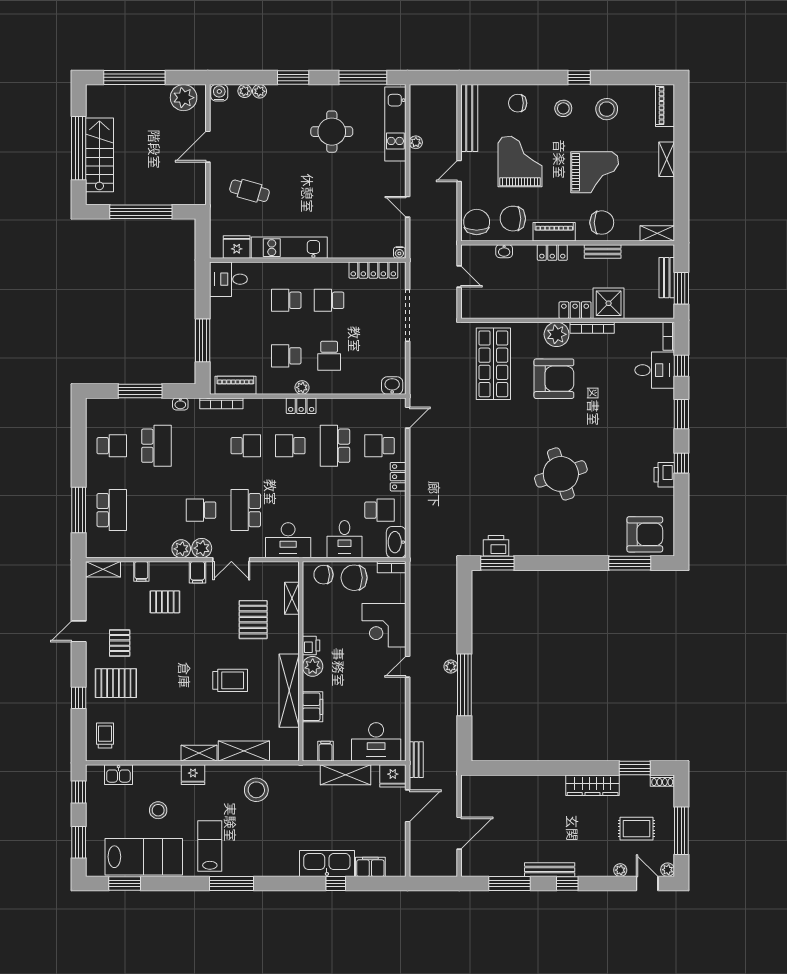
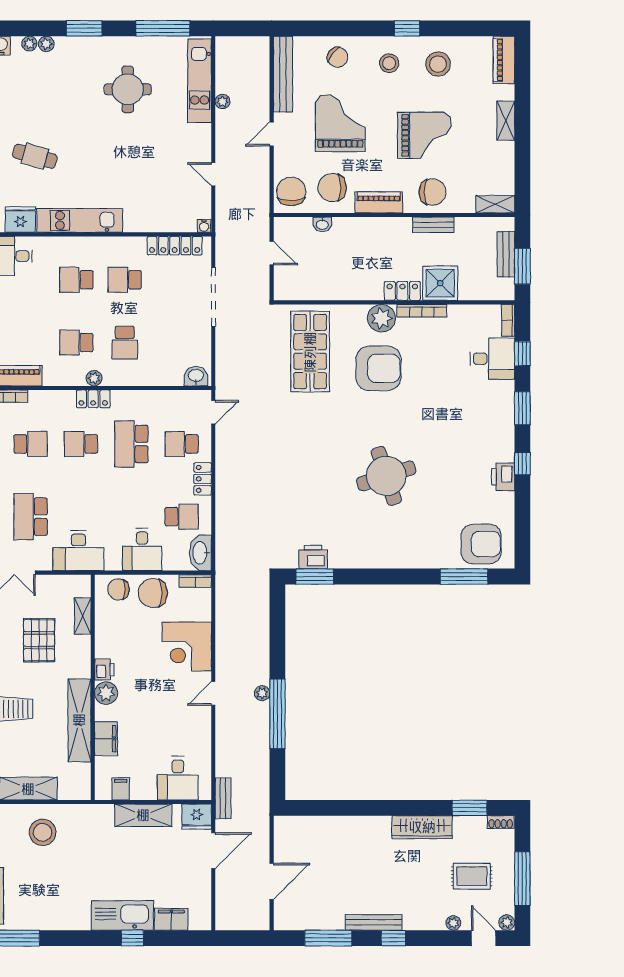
chair: (518, 103) -> (338, 57), turned -142
locker: (552, 252) -> (377, 226), removed
desk: (376, 742) -> (178, 778), width x0.73

